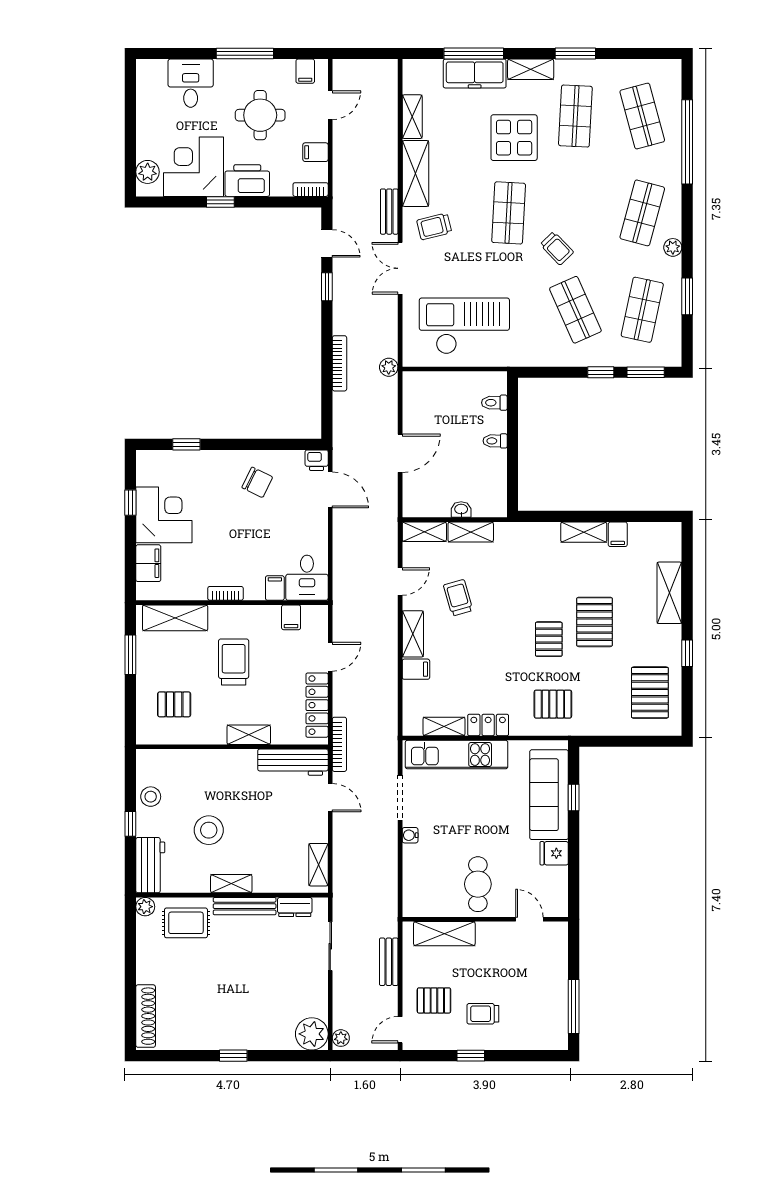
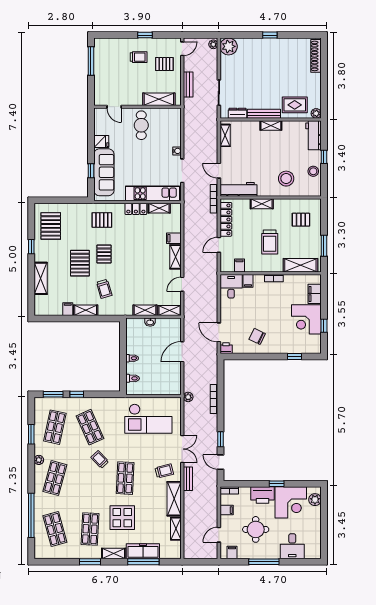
trolley: (458, 598) -> (104, 289), moved
stool: (209, 830) -> (286, 179), moved

